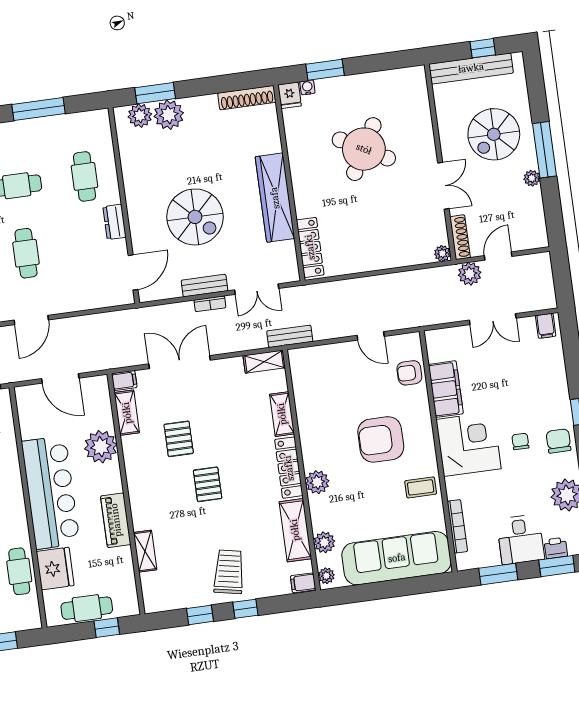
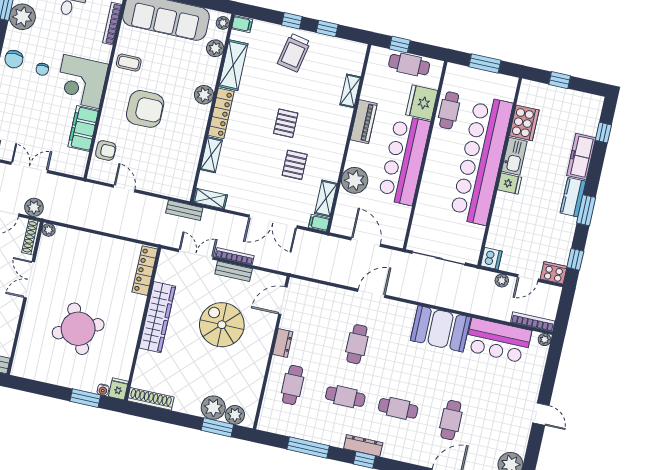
round table: (364, 149) -> (78, 329), turned 37
bookcase: (210, 304) -> (235, 256), width x1.56

